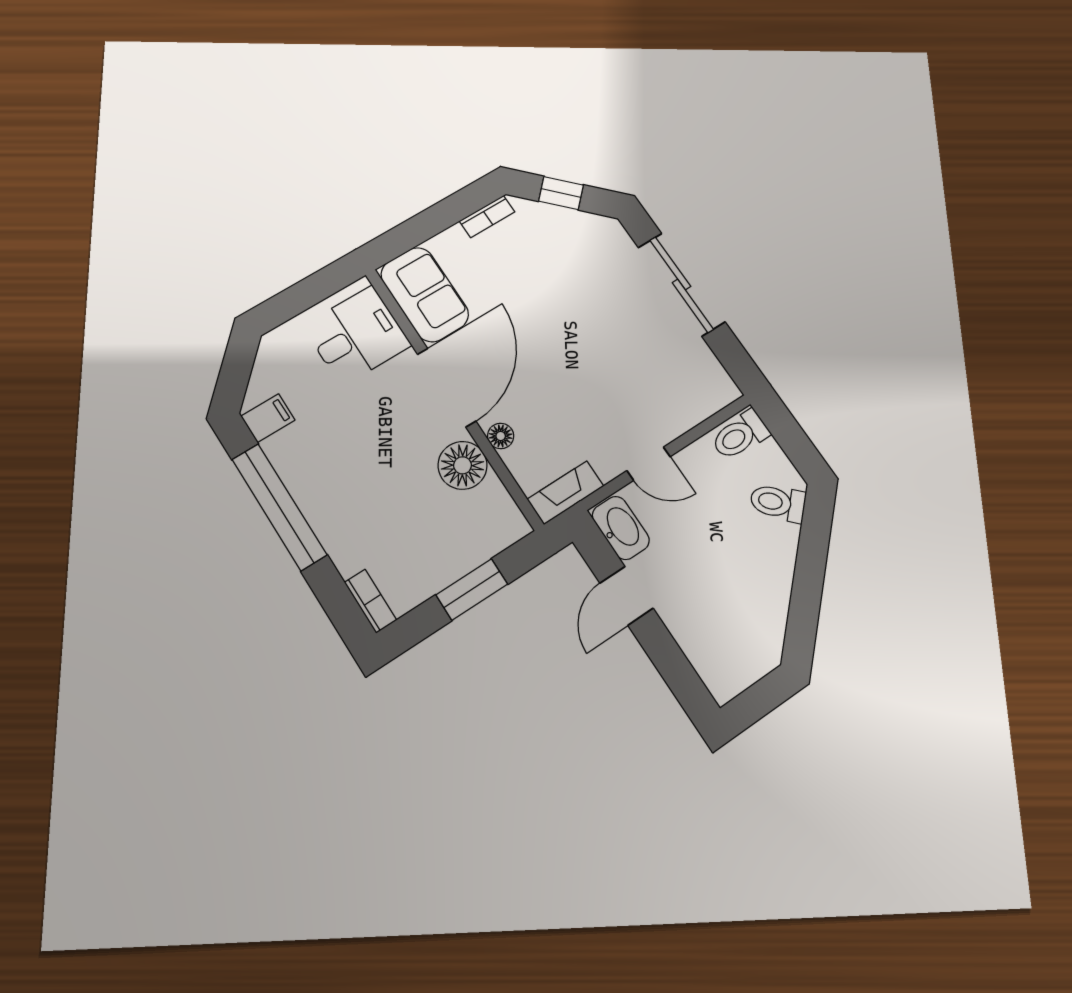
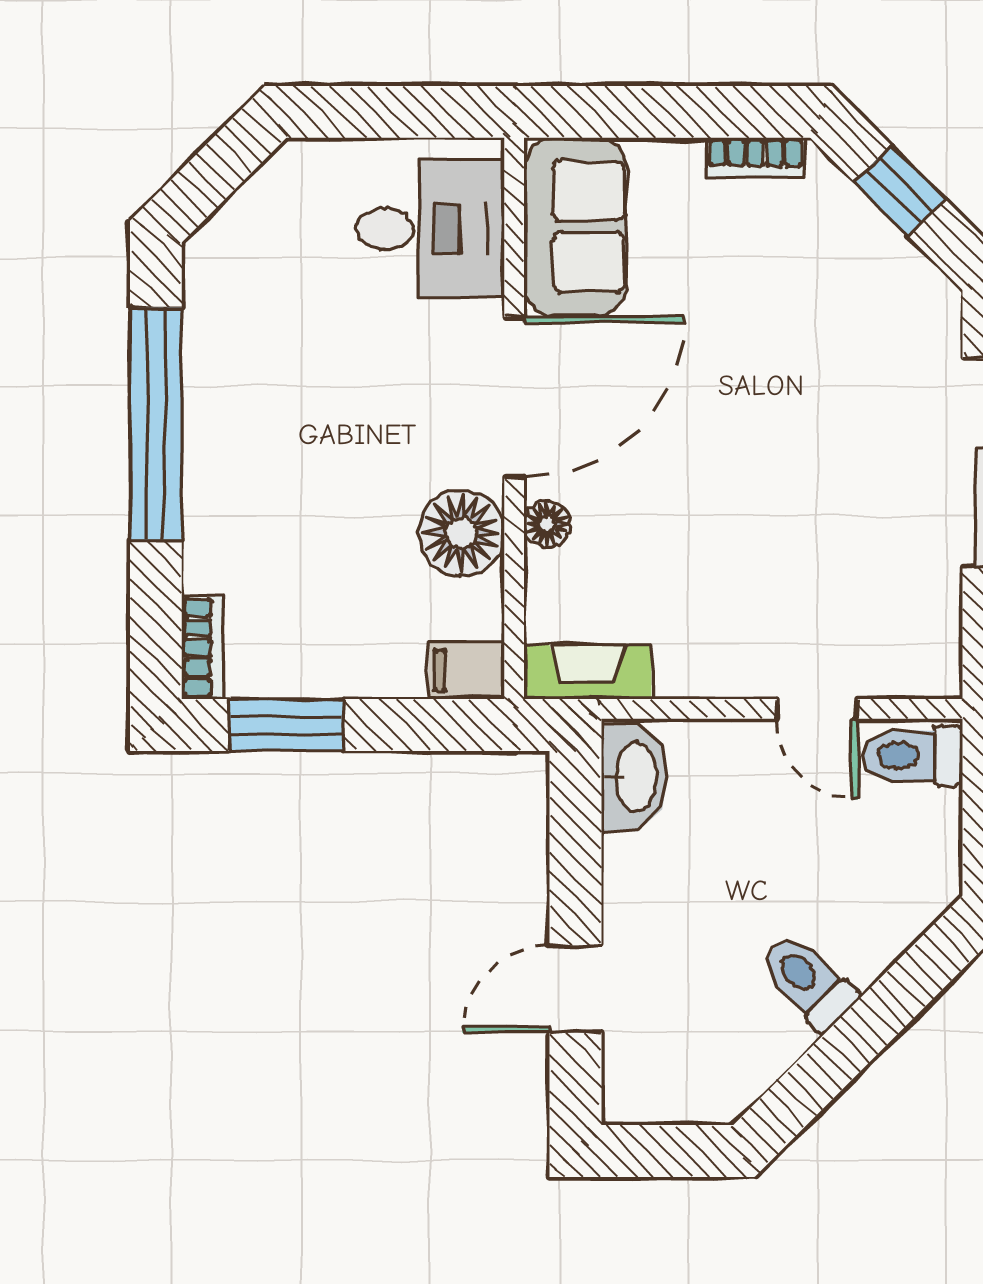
filing cabinet: (268, 418) -> (466, 671), moved, turned 180
door: (649, 464) -> (817, 709), moved
toilet: (778, 503) -> (808, 982), moved
window: (472, 589) -> (286, 725), moved
door: (626, 596) -> (575, 989), moved

